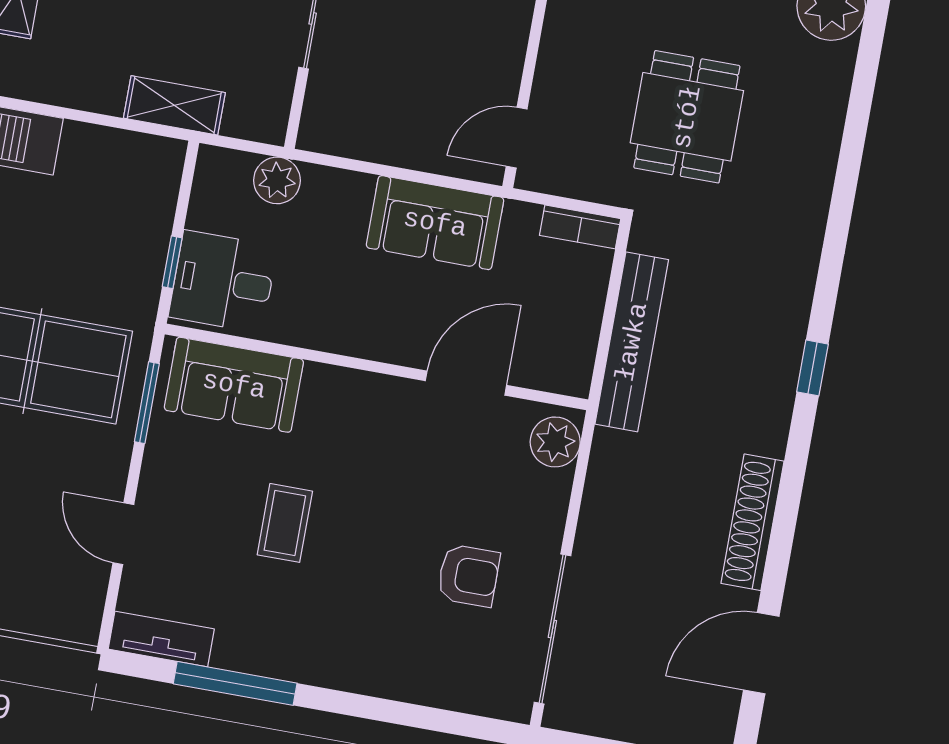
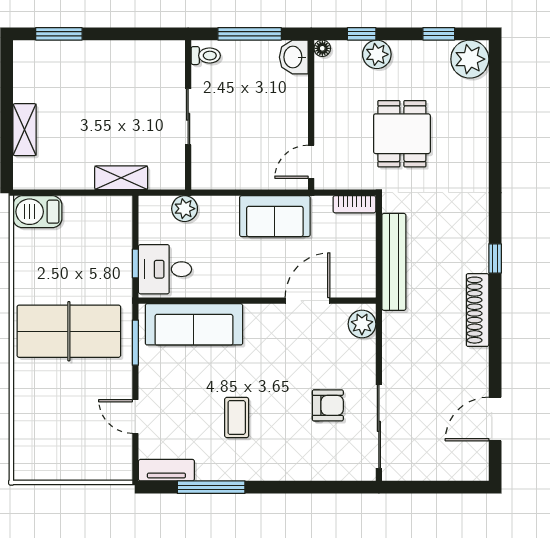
sofa: (234, 385) -> (194, 324), width x1.36
shoe rack: (753, 522) -> (478, 310), moved
coffee table: (285, 523) -> (237, 418), moved

